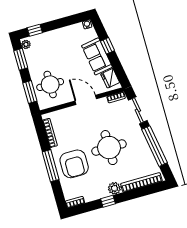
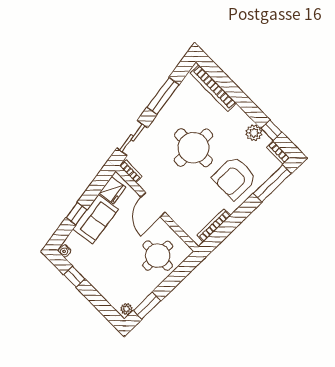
window: (35, 30) -> (74, 277), moved
window: (30, 92) -> (179, 274), removed
window: (154, 146) -> (163, 96), width x0.68
armchair: (74, 164) -> (234, 178), turned 180
window: (51, 166) -> (272, 183), moved
plant: (114, 188) -> (254, 133), moved
window: (108, 201) -> (271, 130), moved

